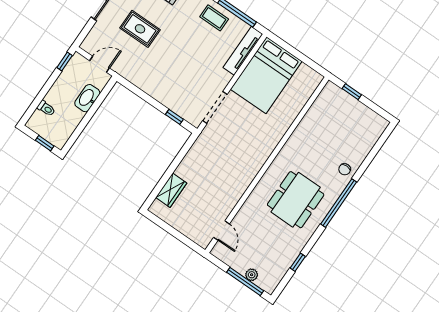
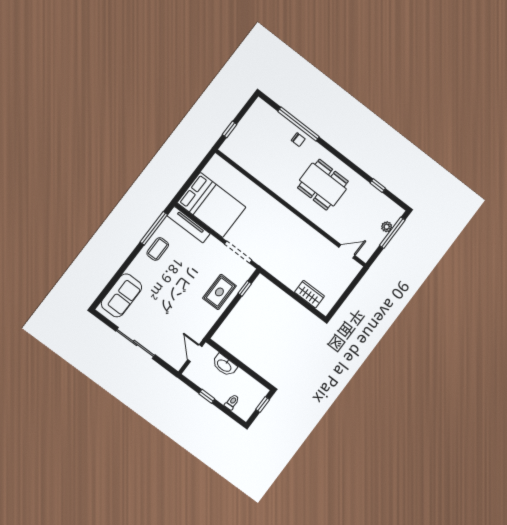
rug: (140, 29) -> (219, 292), moved
window: (65, 61) -> (207, 396), moved
window: (339, 203) -> (299, 124), moved

